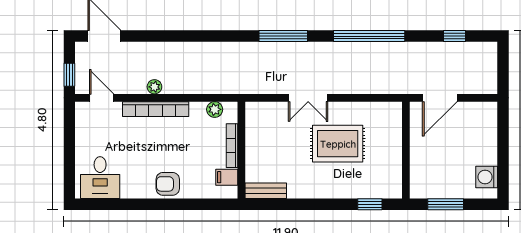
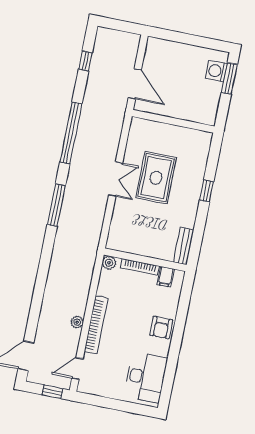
double door: (308, 98) -> (116, 179), moved
plant: (215, 109) -> (109, 263), moved
washing machine: (487, 177) -> (216, 71), moved, turned 90
desk: (100, 178) -> (146, 377), width x1.37
window: (370, 204) -> (207, 191), moved
window: (446, 204) -> (229, 79), moved

